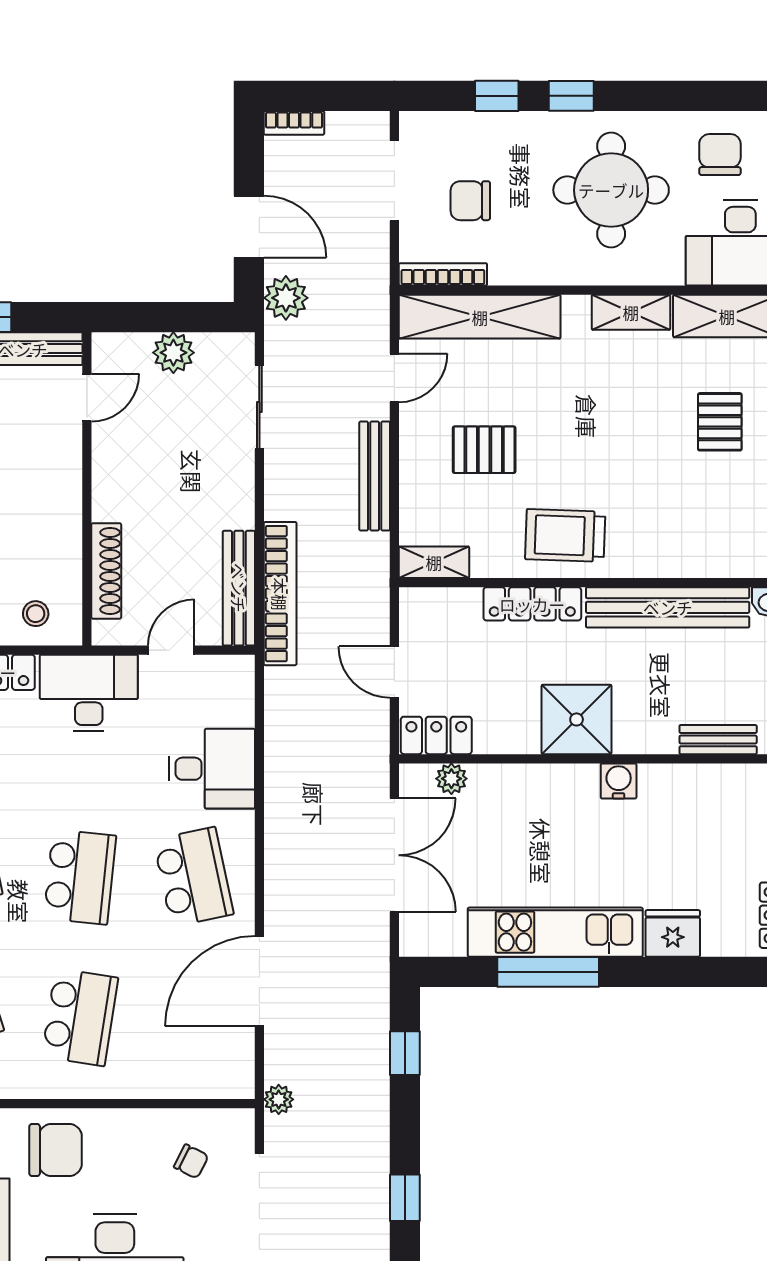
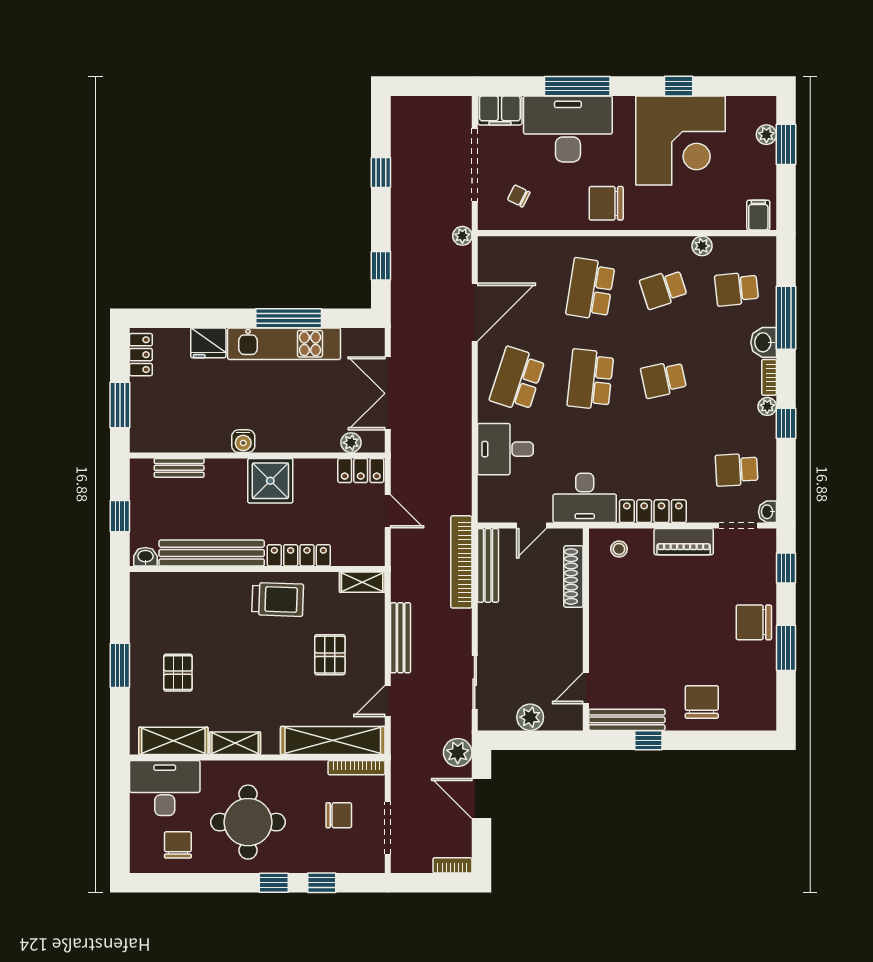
chair: (720, 155) -> (178, 845), turned 180
pallet: (484, 450) -> (330, 655), turned 90
school desk: (193, 877) -> (517, 379), turned 30

